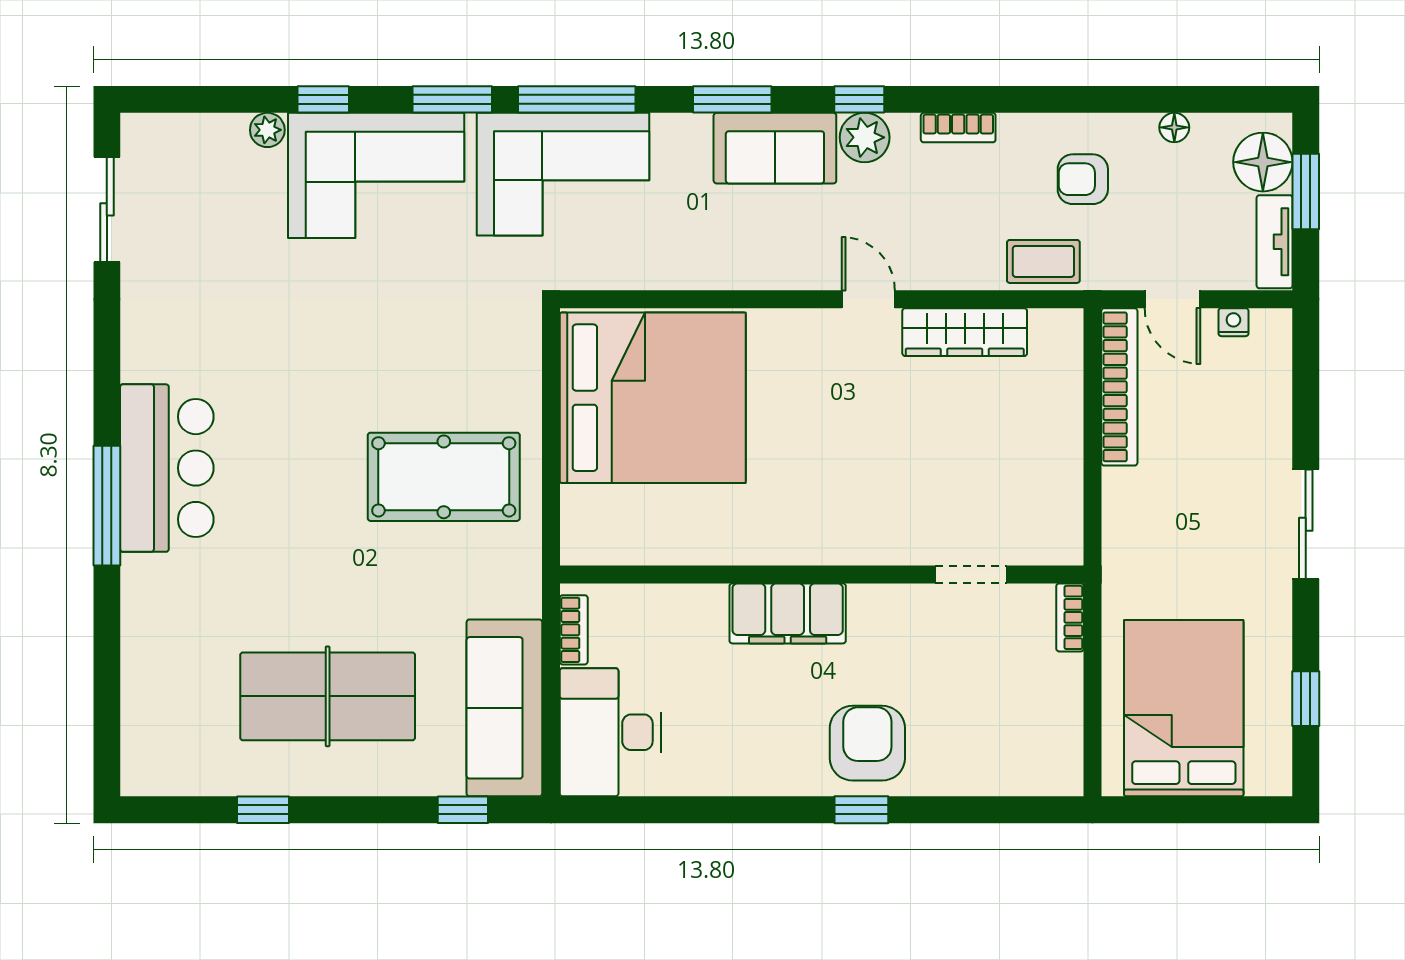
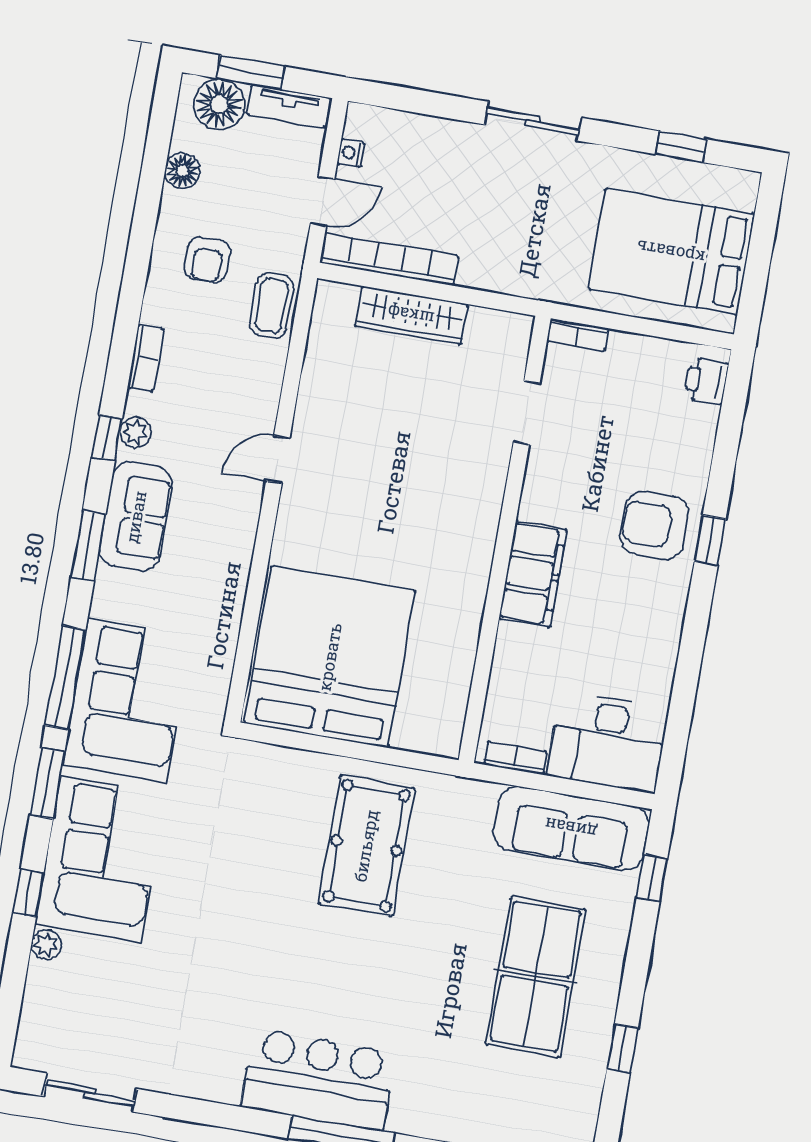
floor lamp: (1174, 127) -> (182, 171), width x1.37, depth x1.37
plant: (865, 137) -> (135, 432), width x0.73, depth x0.73
wardrobe: (965, 332) -> (411, 315), moved, turned 90
printer: (1043, 774) -> (706, 381), added

